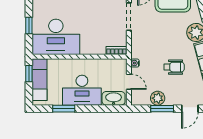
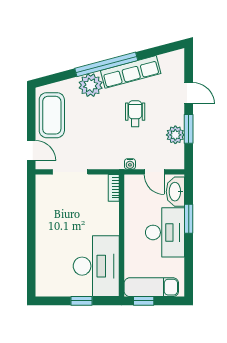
door: (129, 82) -> (154, 172), swing flipped
window: (64, 109) -> (189, 219), moved

